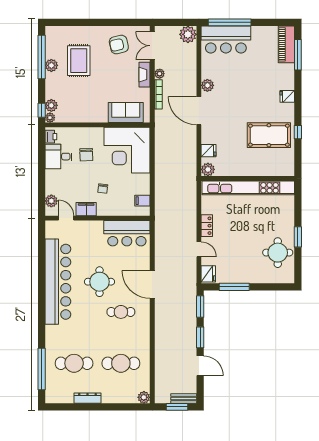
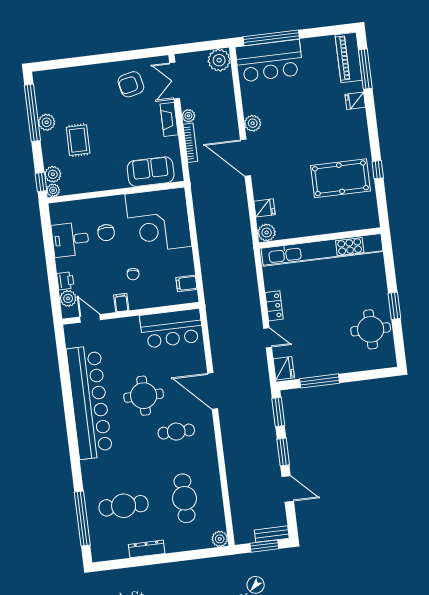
rug: (79, 61) -> (78, 140), moved, width x0.73, depth x0.70
fridge: (287, 96) -> (355, 101), moved
printer: (51, 137) -> (65, 281), moved
filing cabinet: (86, 209) -> (121, 303), width x0.50
cafe table: (121, 363) -> (184, 498), turned 90

